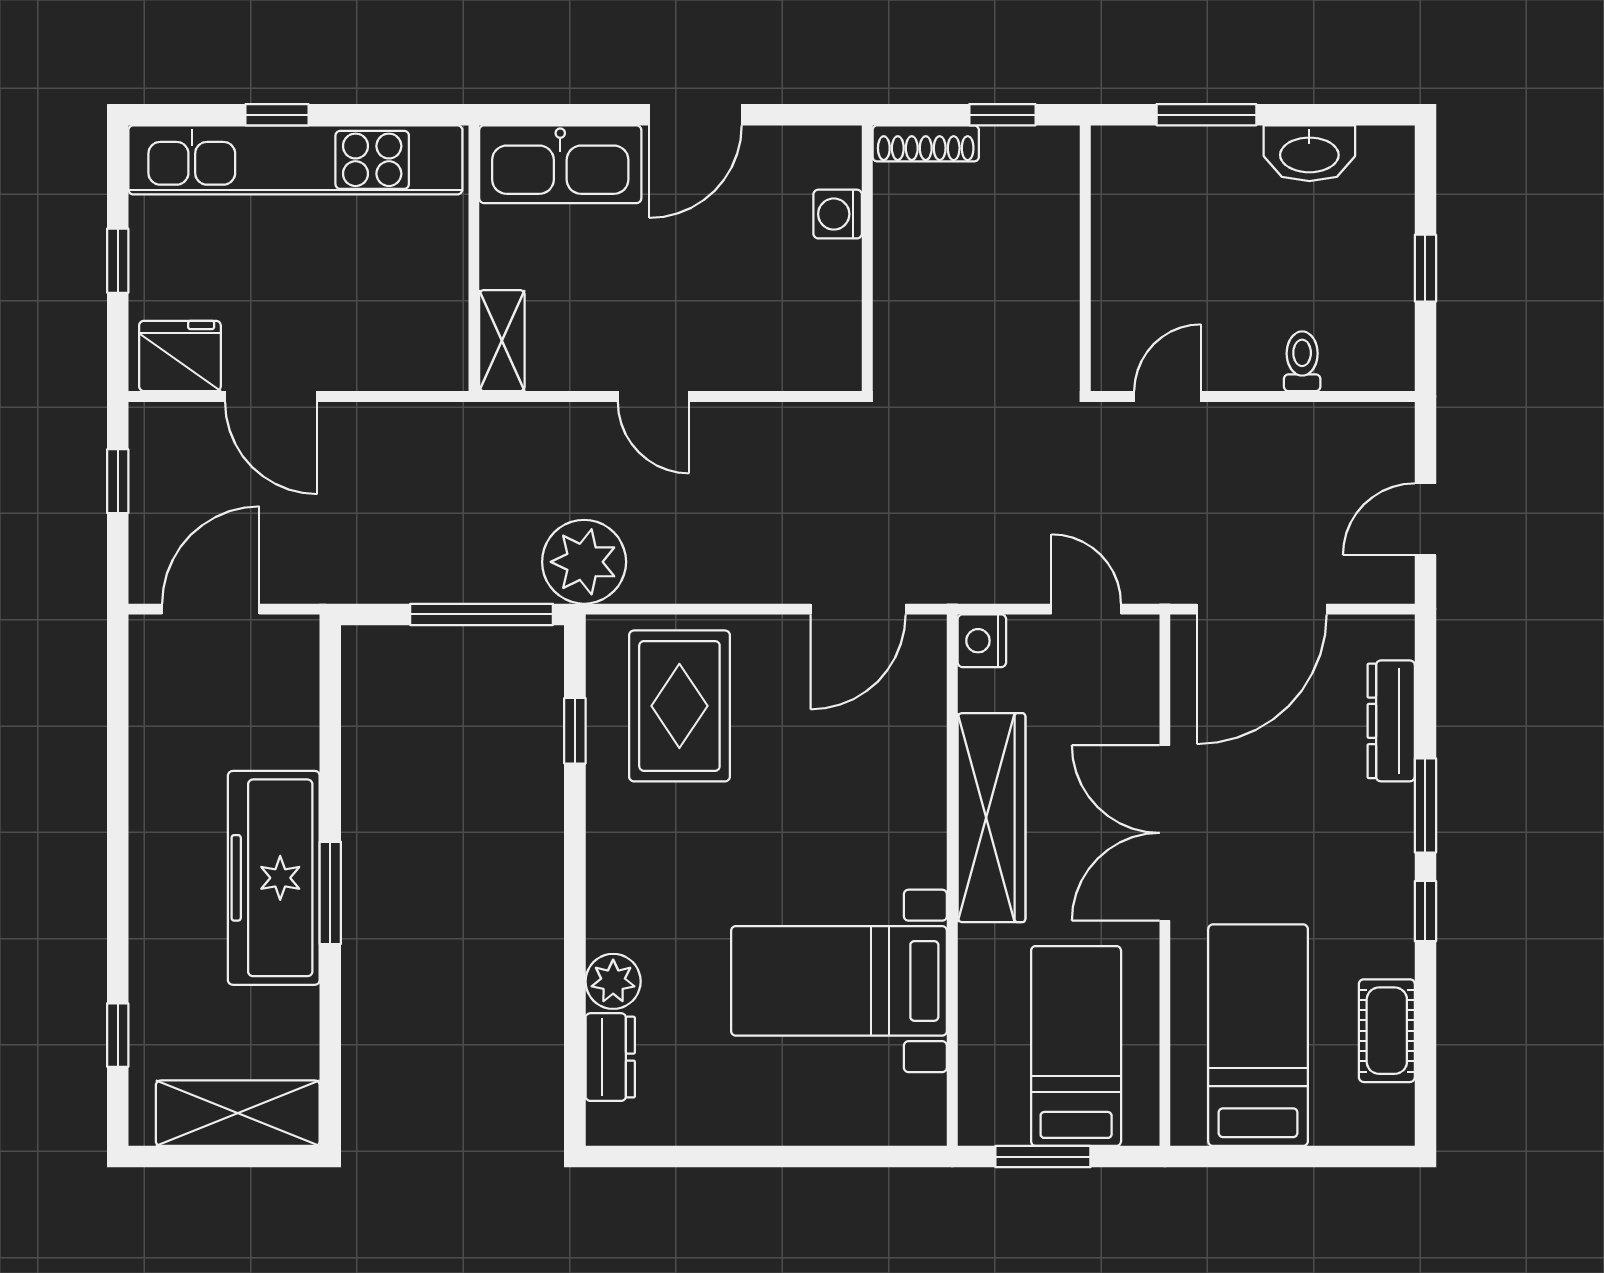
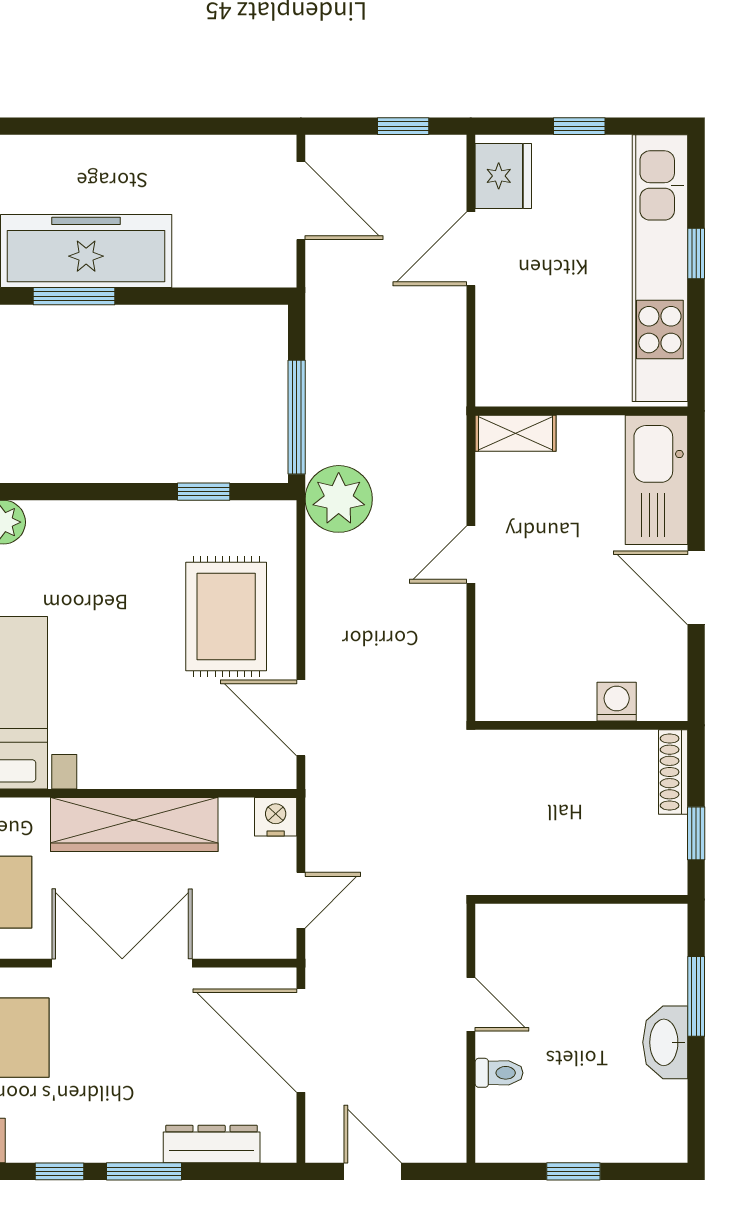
washbasin: (1309, 153) -> (665, 1042), moved
door: (1168, 396) -> (471, 1004), moved
rug: (679, 706) -> (226, 616), moved, turned 90

